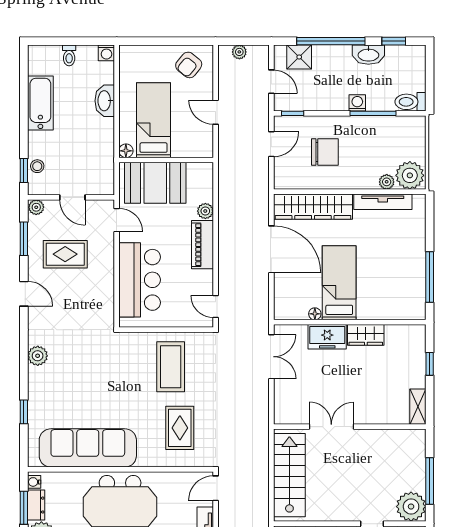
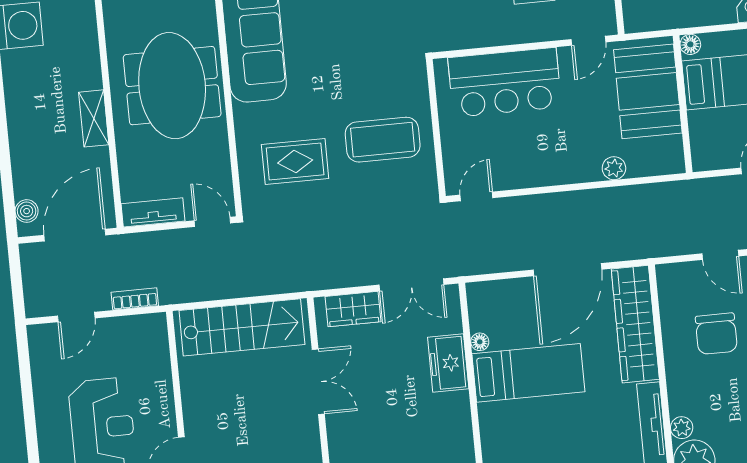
piano: (202, 245) -> (565, 169), removed
wardrobe: (366, 335) -> (353, 309), moved, turned -90

